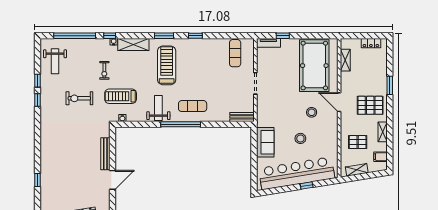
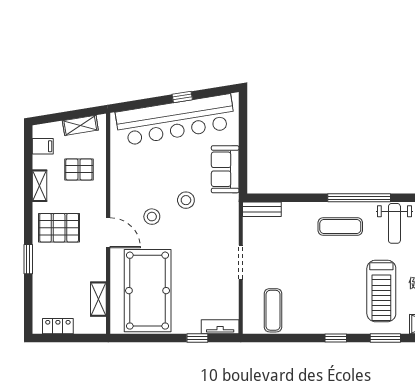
stool: (300, 138) -> (186, 200), moved
window: (307, 186) -> (182, 97), moved

